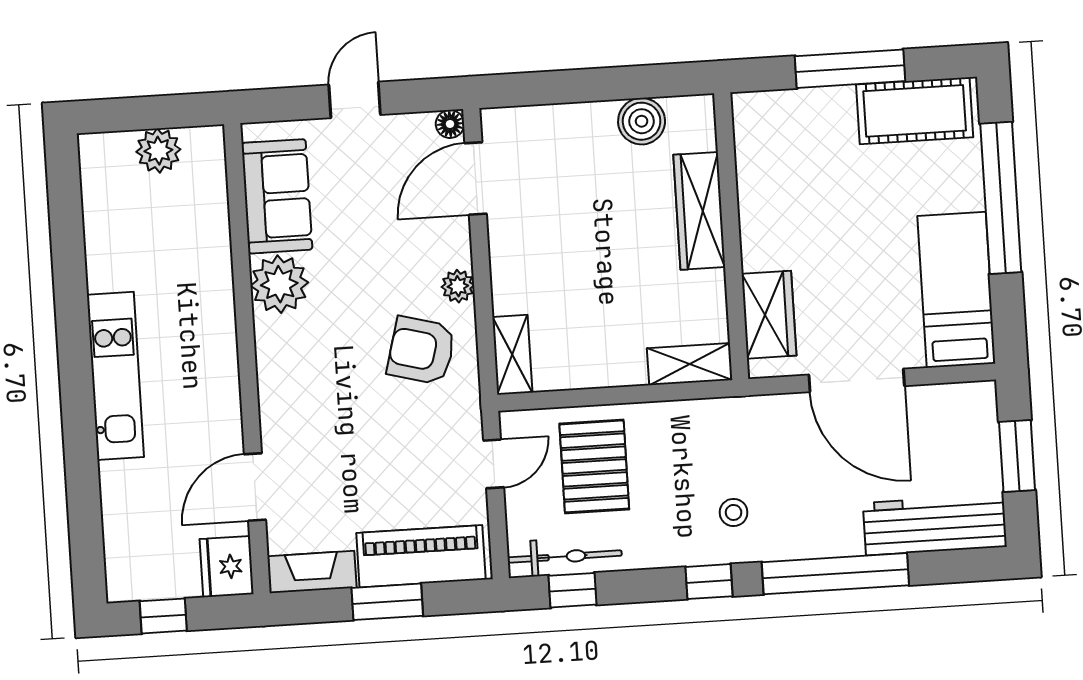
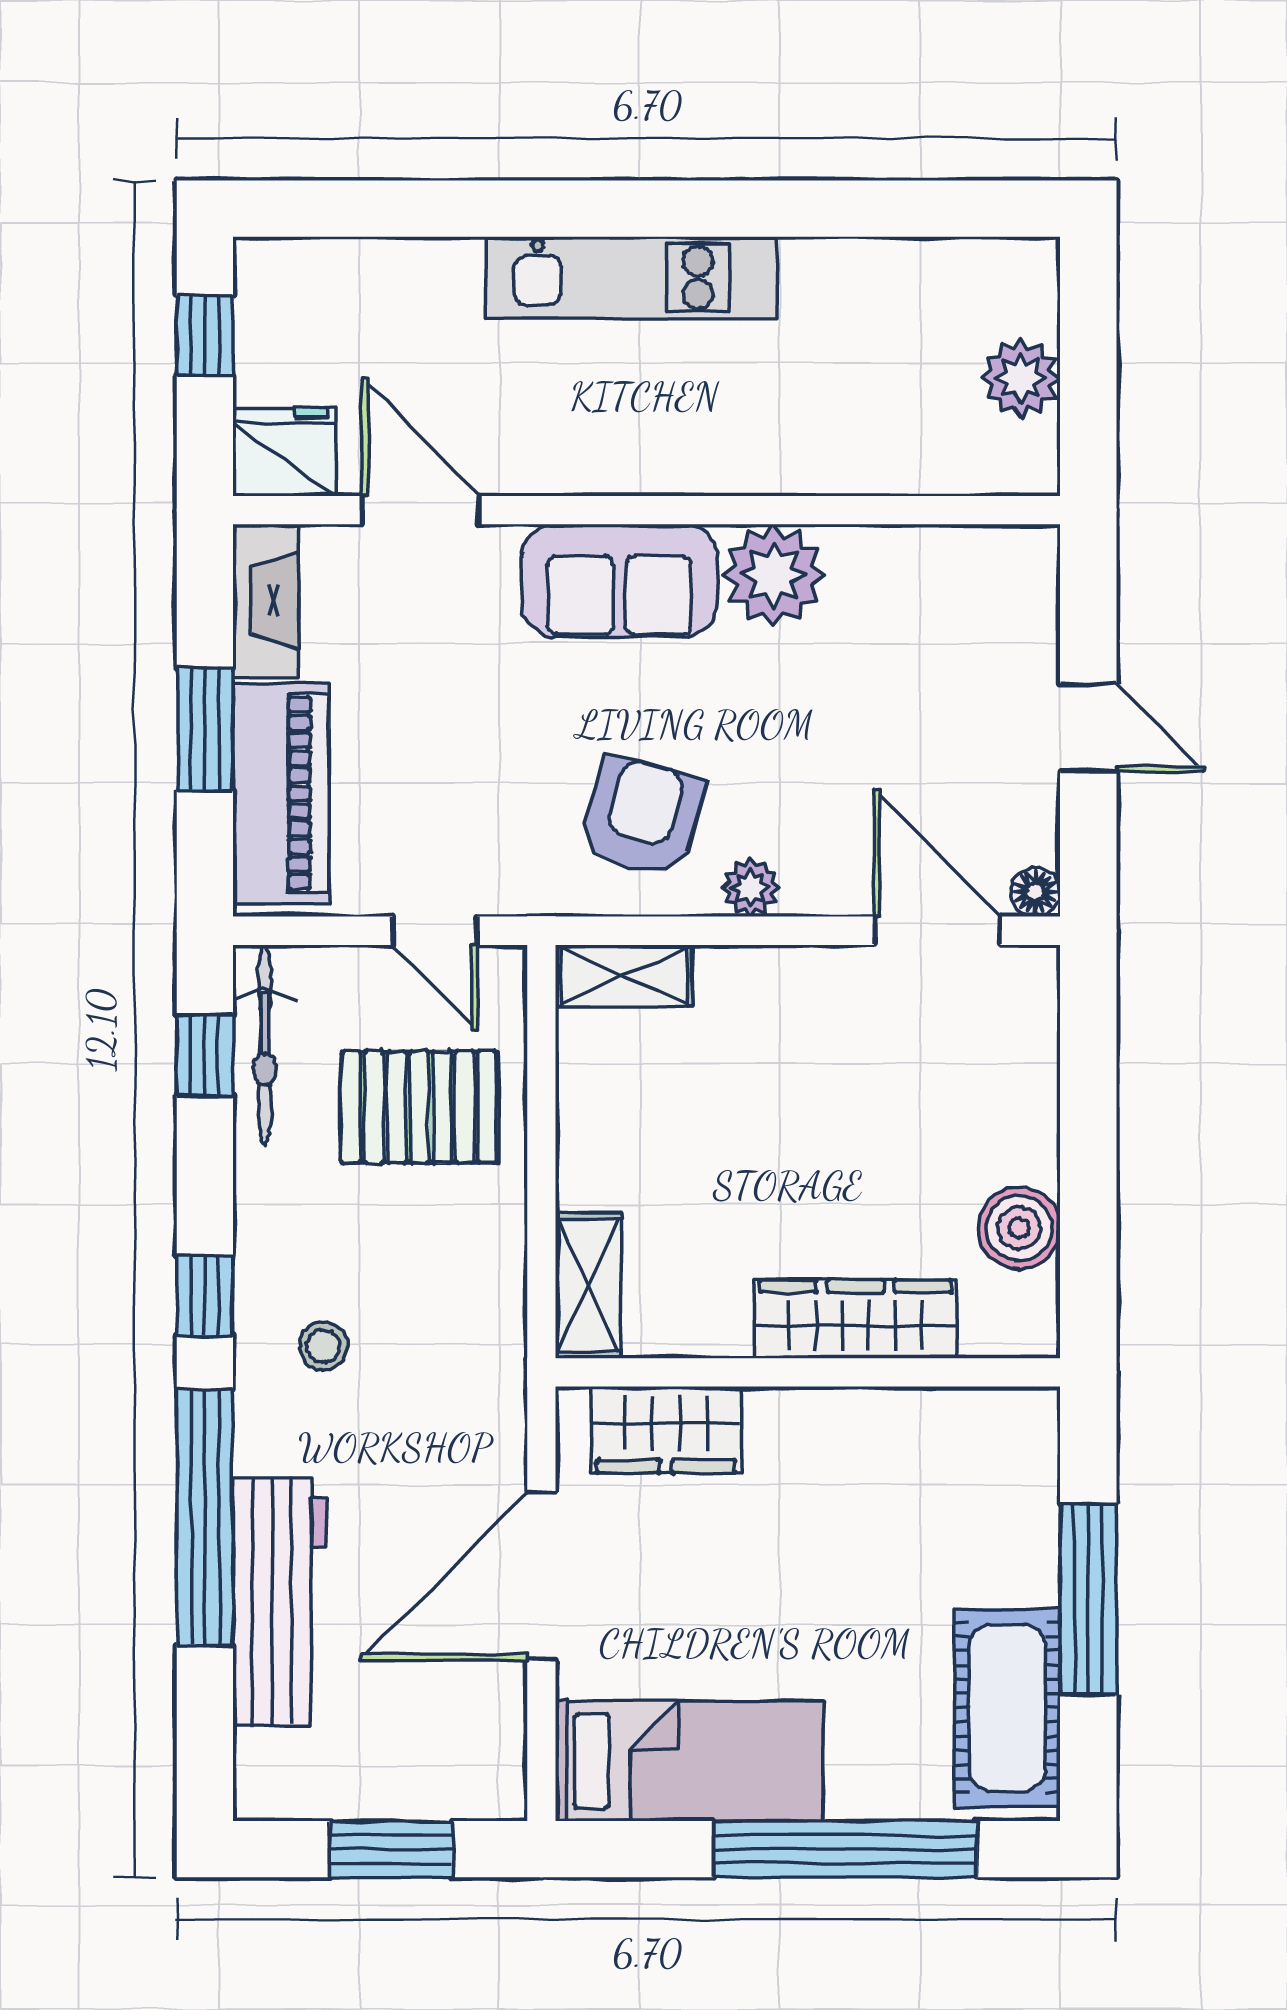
sofa: (277, 196) -> (619, 580), moved
workbench: (935, 525) -> (279, 1602), moved

